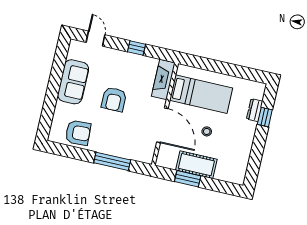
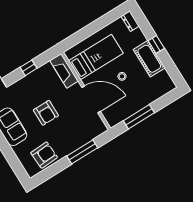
dresser: (255, 110) -> (130, 21), moved
window: (265, 117) -> (156, 45), moved
cot: (196, 165) -> (149, 59), moved, turned 90
window: (188, 179) -> (139, 117), width x1.44

